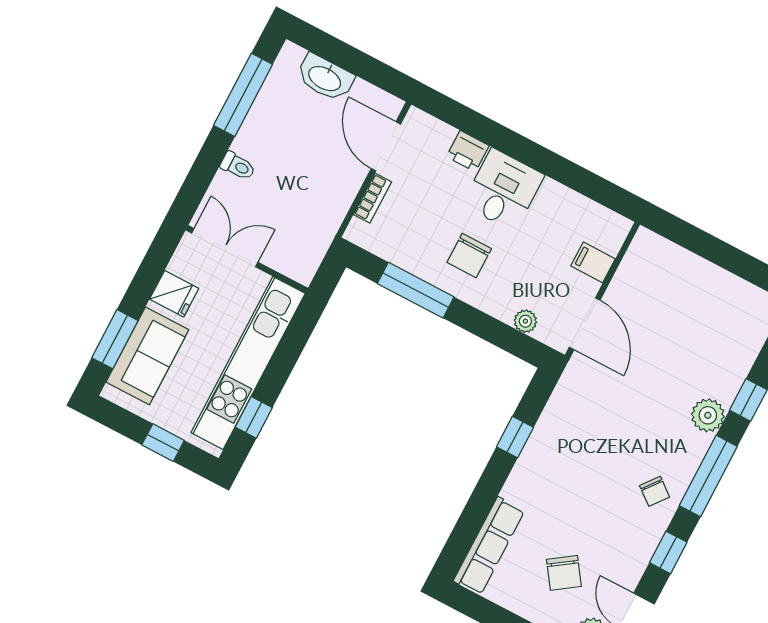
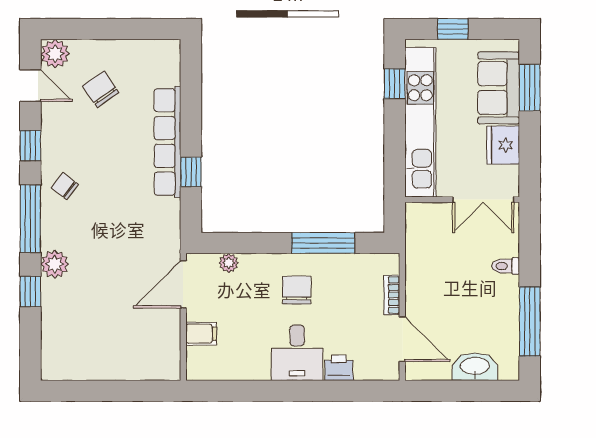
fridge: (174, 294) -> (503, 145), width x1.38
door: (585, 324) -> (183, 284), hinge flipped
row of seats: (489, 546) -> (167, 142), moved, width x1.36

